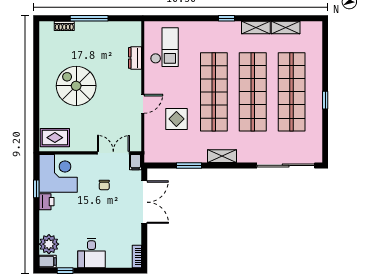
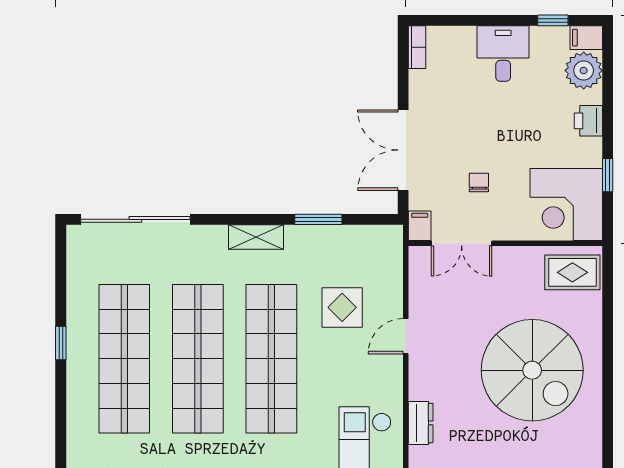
spiral stairs: (76, 86) -> (532, 370), width x1.37, depth x1.37
printer: (46, 202) -> (588, 121), moved

